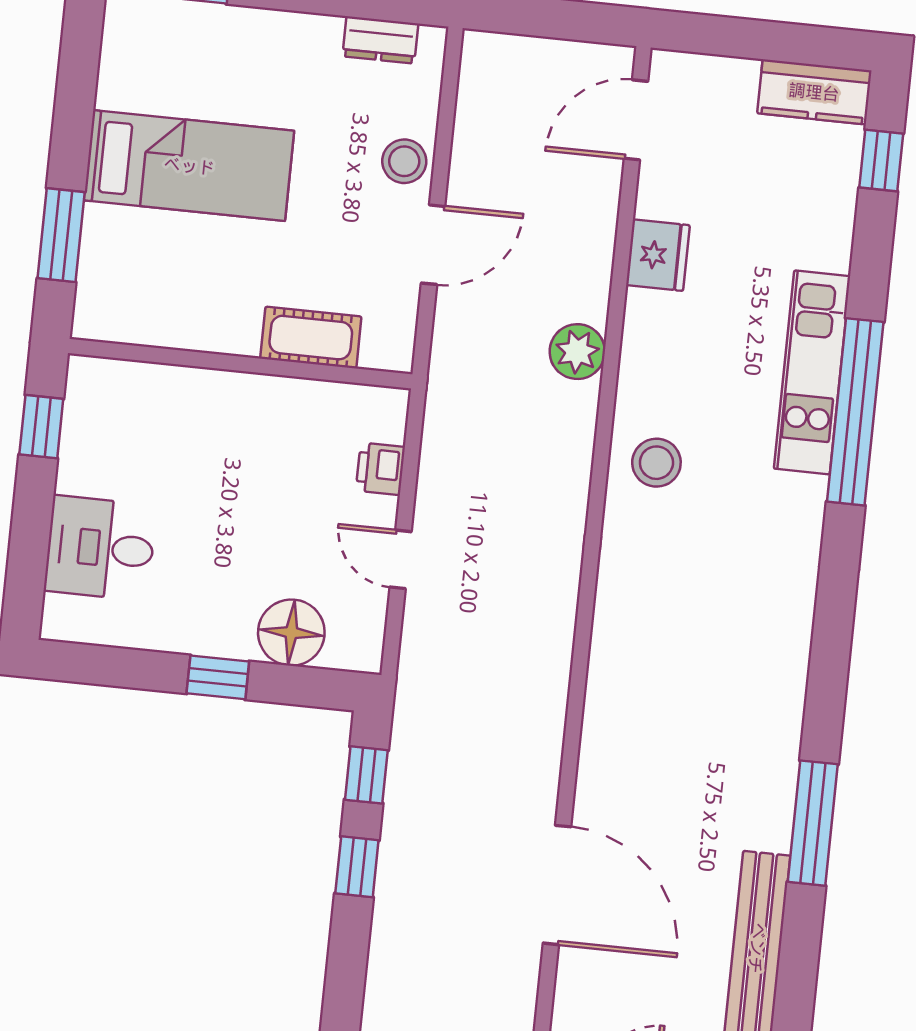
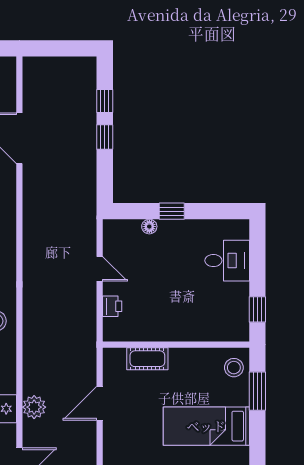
stool: (404, 161) -> (234, 368), moved
plant: (577, 352) -> (34, 407), moved
floor lamp: (291, 633) -> (149, 227), width x0.53, depth x0.53
window: (366, 775) -> (105, 101), moved

